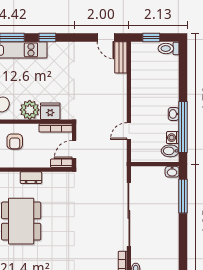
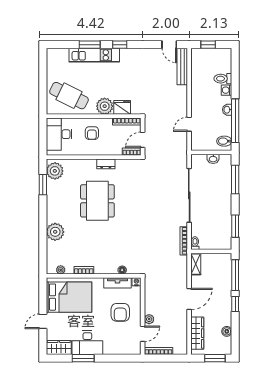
toilet: (169, 49) -> (223, 79), moved
bench: (121, 57) -> (182, 66), width x1.36
washing machine: (173, 138) -> (227, 90), moved
washbasin: (172, 172) -> (213, 159), moved
window: (183, 251) -> (235, 226), added

